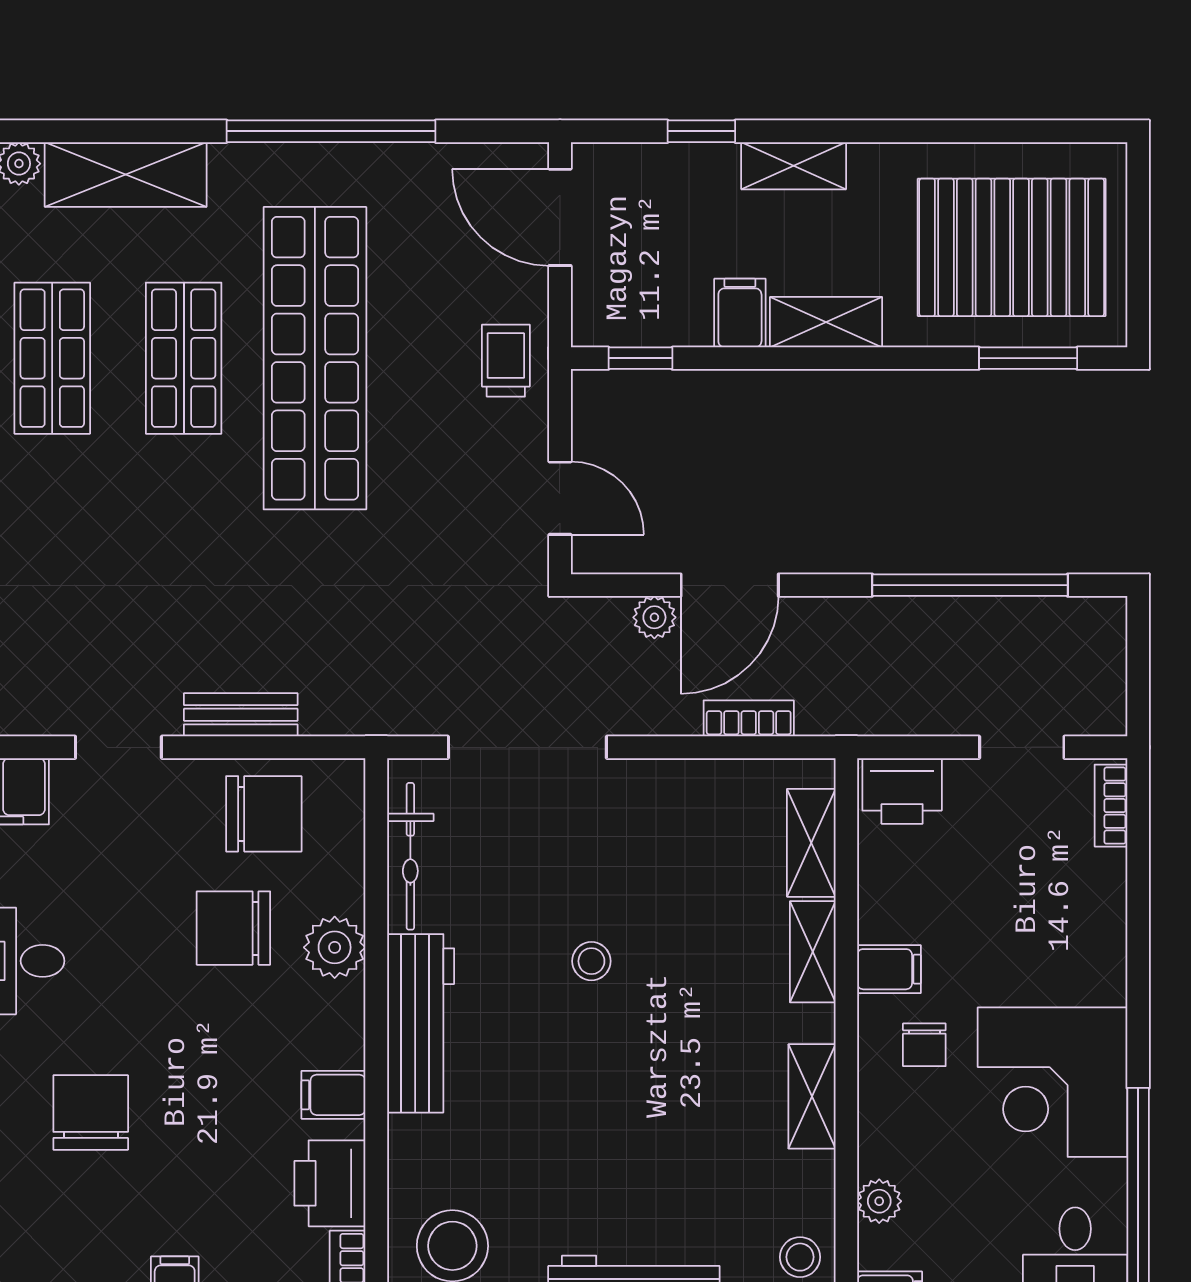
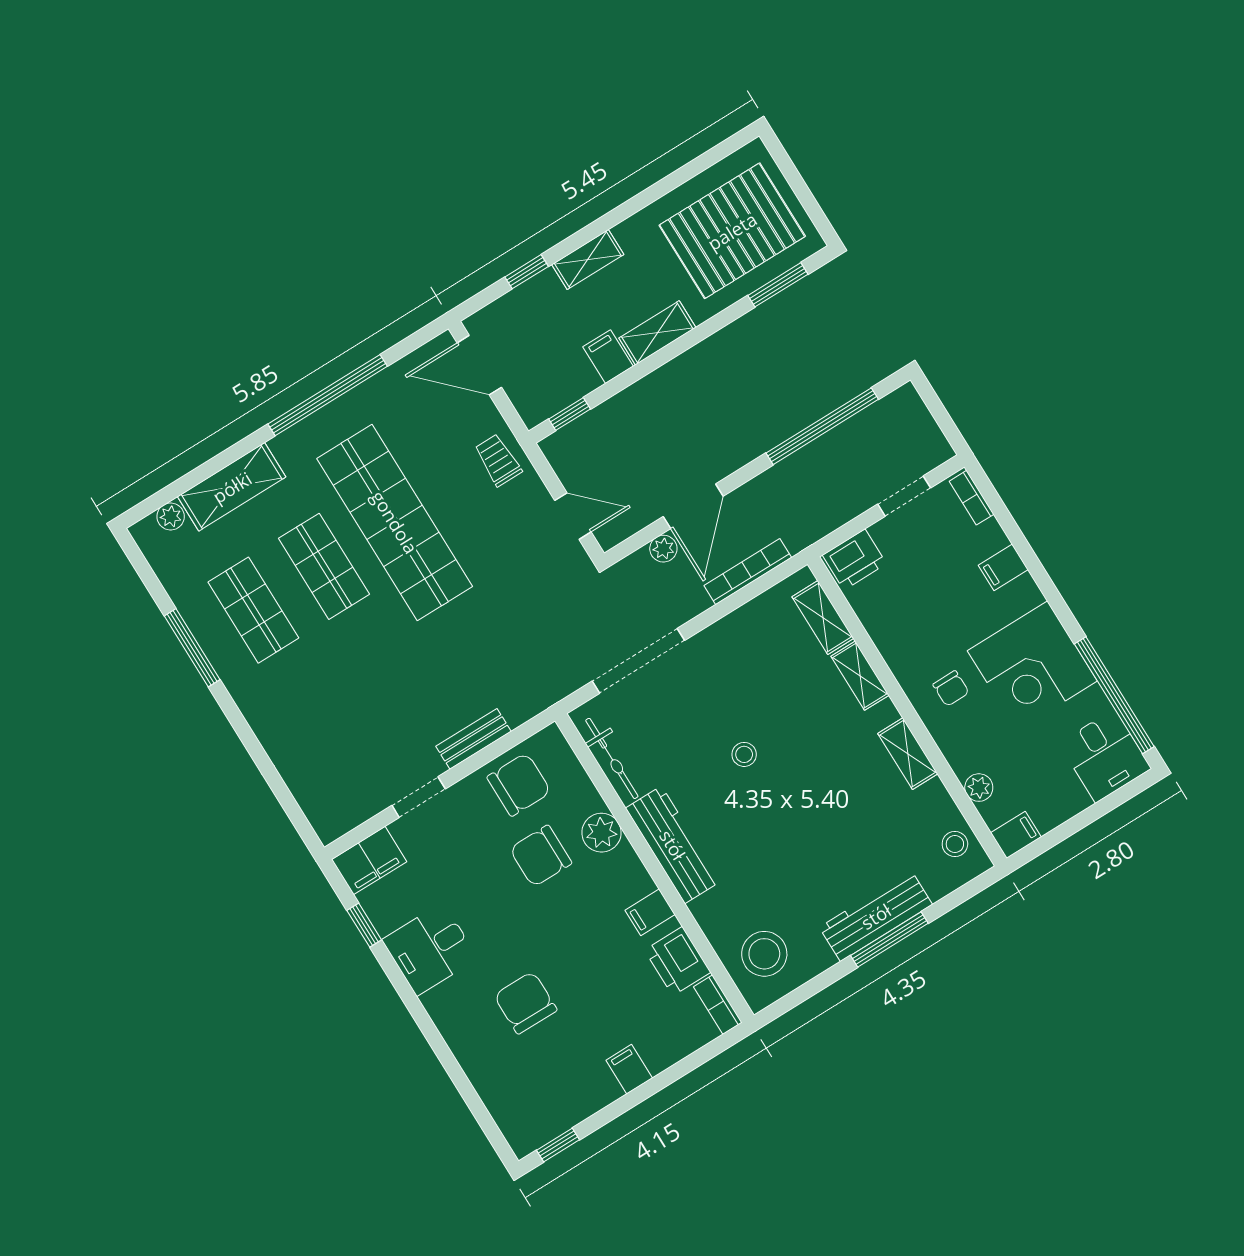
bookcase: (749, 718) -> (748, 572), width x1.56
filing cabinet: (889, 969) -> (1003, 567), moved, turned 180

